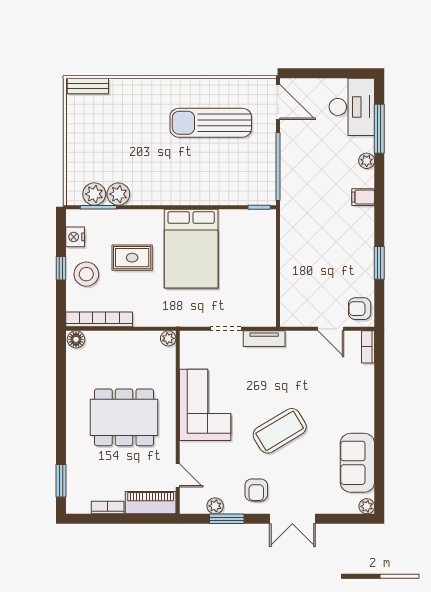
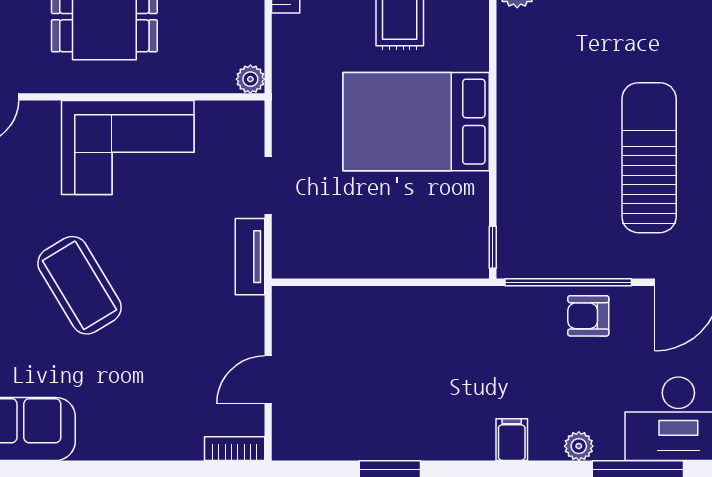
armchair: (360, 309) -> (588, 316), moved, turned -90

